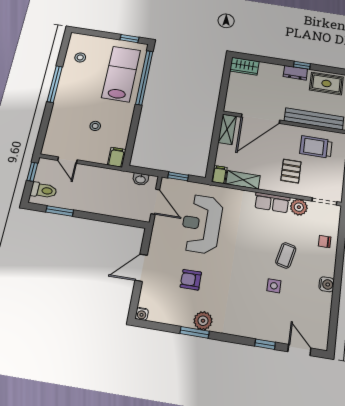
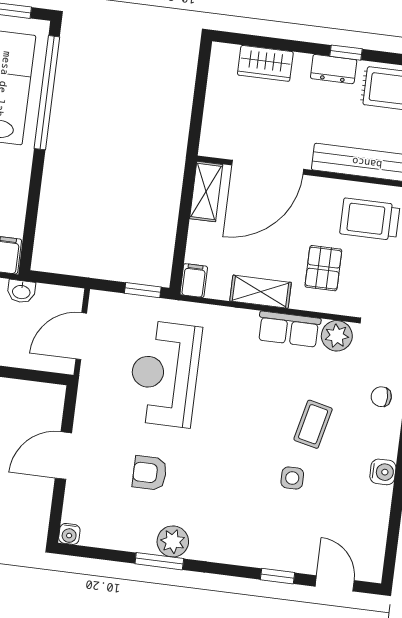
wardrobe: (244, 66) -> (265, 63), moved
window: (178, 176) -> (143, 290), moved
washbasin: (141, 179) -> (21, 291), moved
shelving: (243, 180) -> (261, 292), moved
door: (155, 202) -> (81, 336), swing flipped

